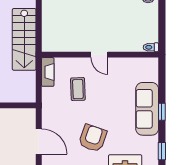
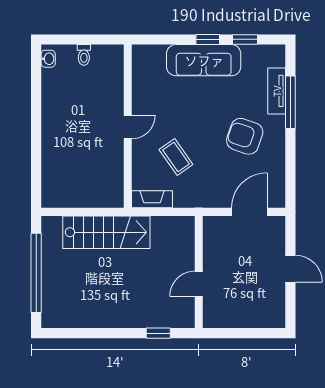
toilet: (151, 47) -> (84, 55), moved
coffee table: (78, 89) -> (176, 157), turned 57
window: (162, 151) -> (245, 39), moved

